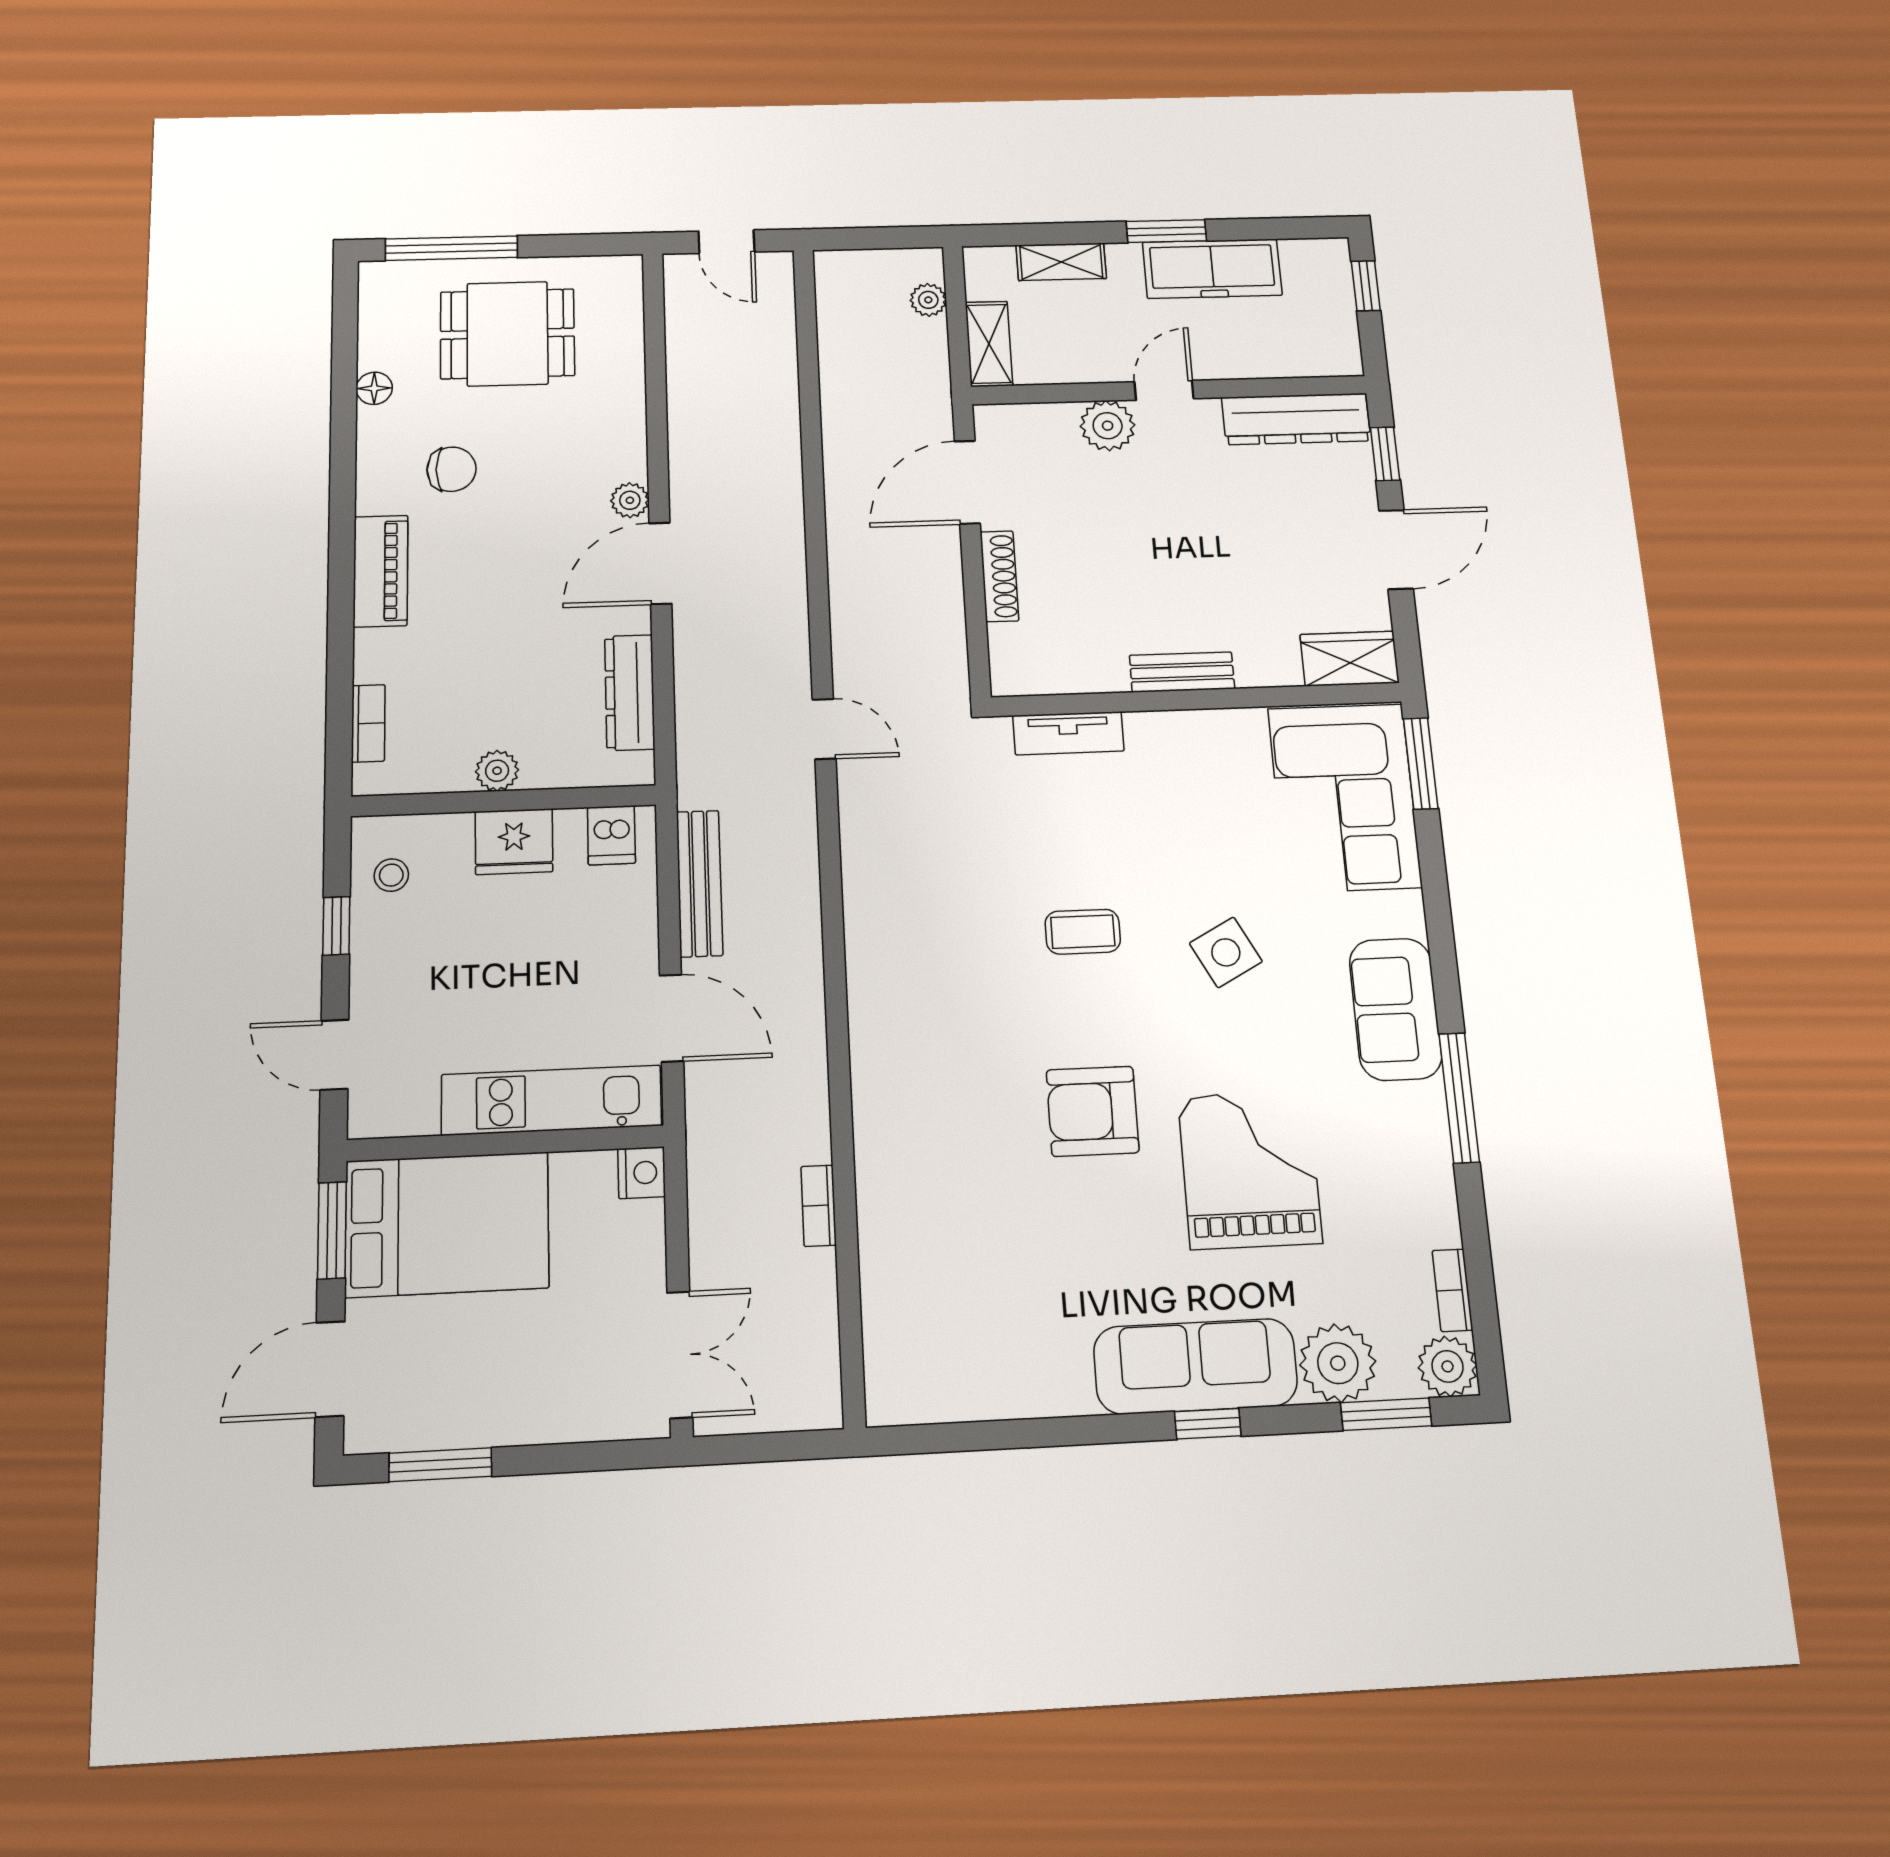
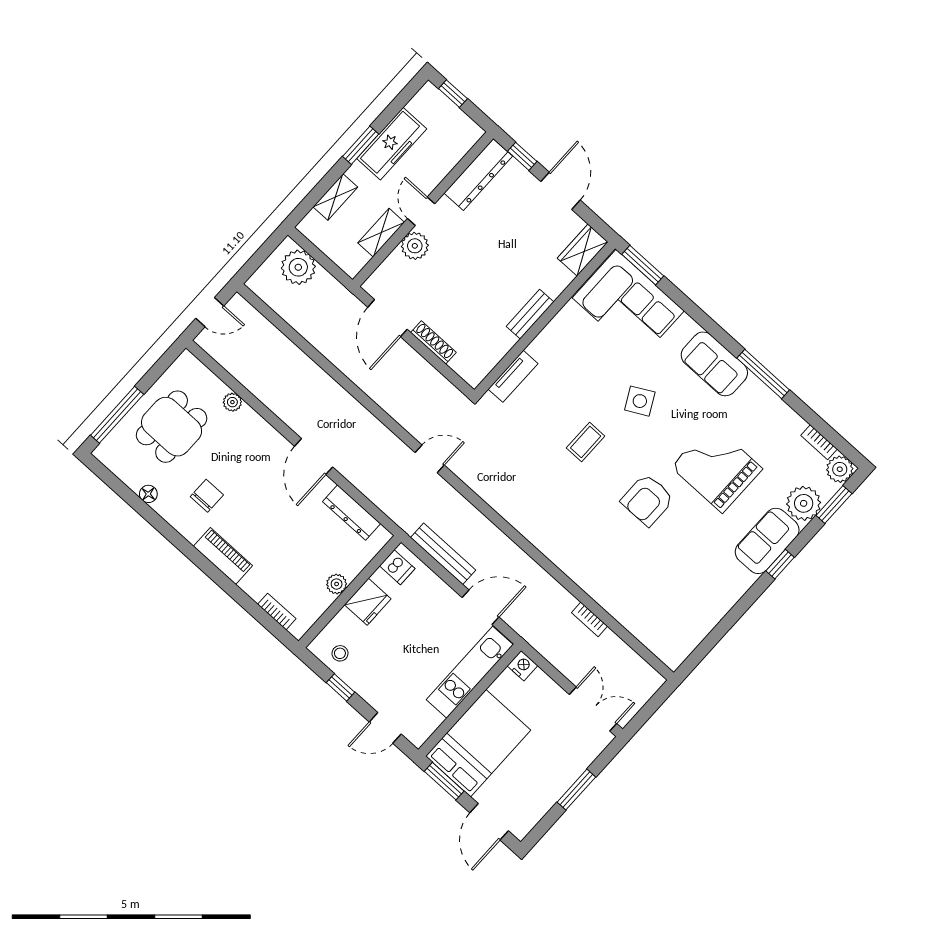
plant: (928, 300) -> (298, 267), width x1.88, depth x1.88
shelving: (989, 344) -> (381, 233), moved, turned 90
plant: (630, 500) -> (232, 402), moved
sofa: (1195, 1366) -> (767, 541), width x0.73
window: (440, 1465) -> (576, 790), moved

